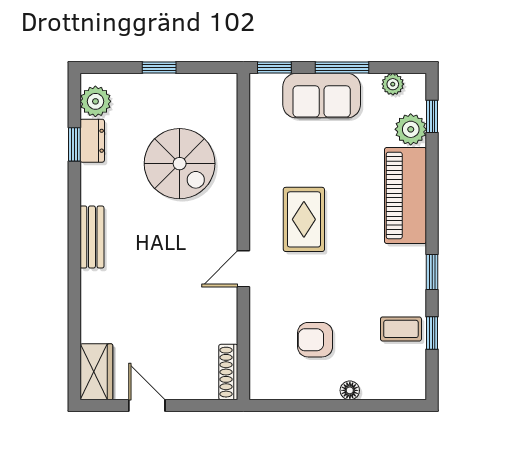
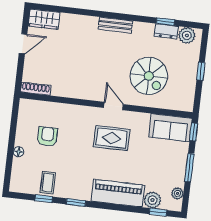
sofa: (322, 96) -> (170, 128), moved, turned -90
spiral stairs: (180, 164) -> (149, 76), turned -90
door: (243, 269) -> (113, 106), moved

